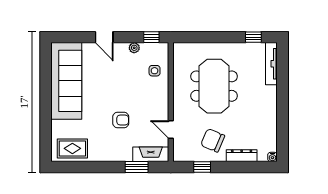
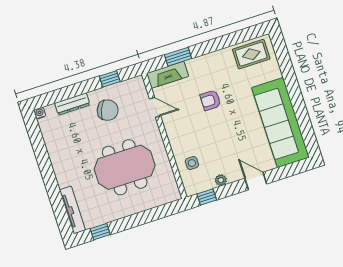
meeting table: (214, 86) -> (125, 167), turned 90

